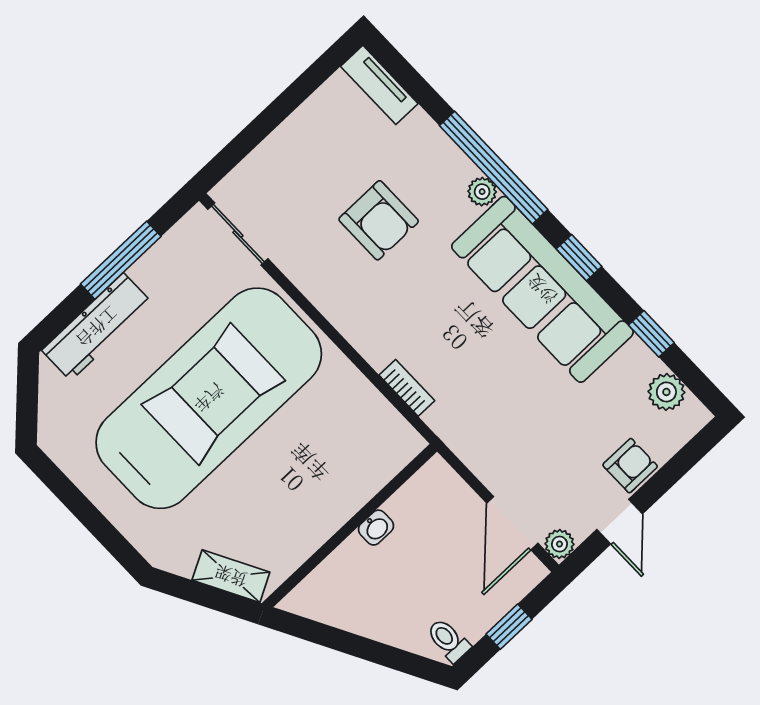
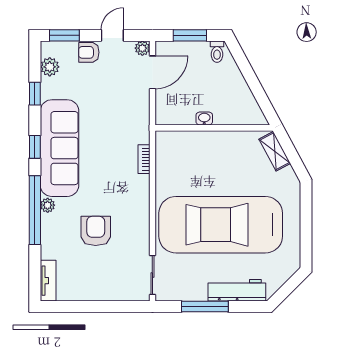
window: (688, 457) -> (64, 35), added
window: (509, 627) -> (190, 35), width x1.50

